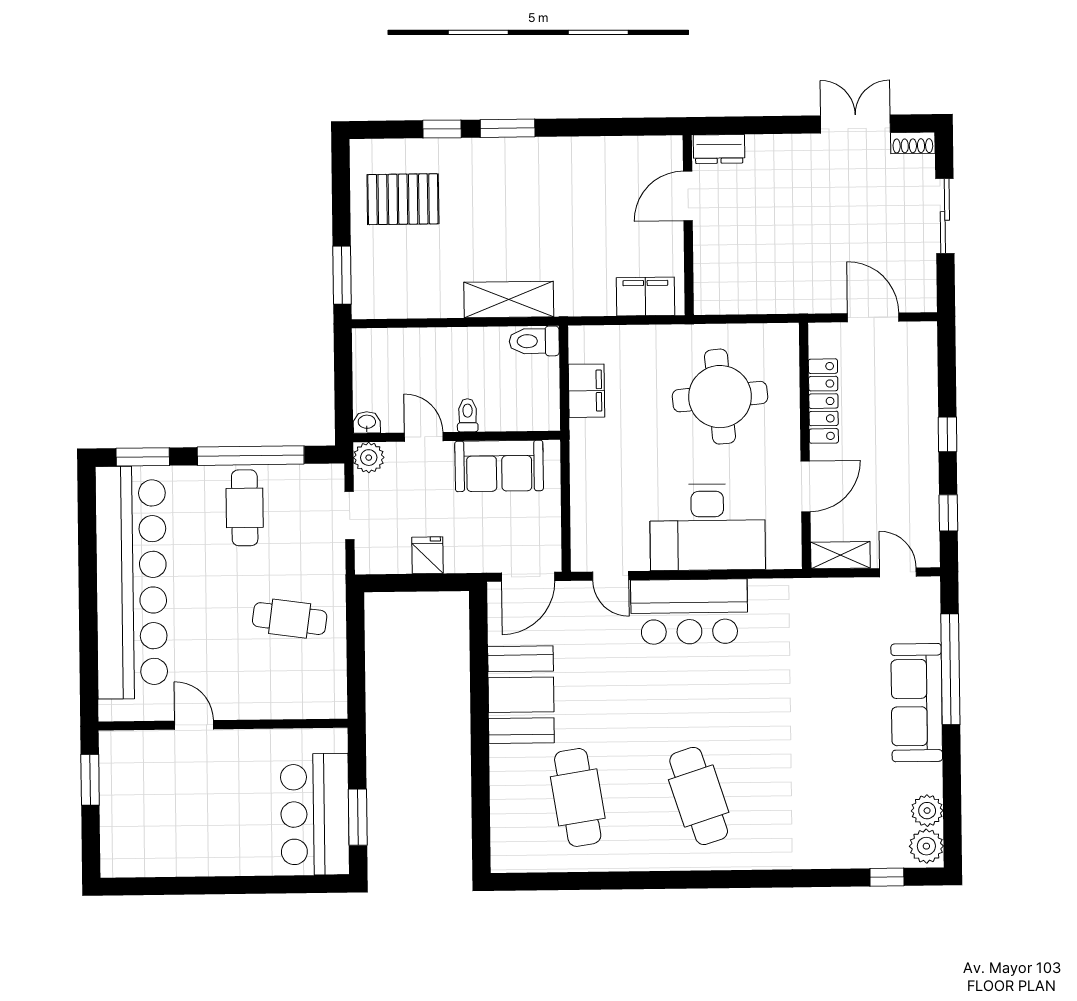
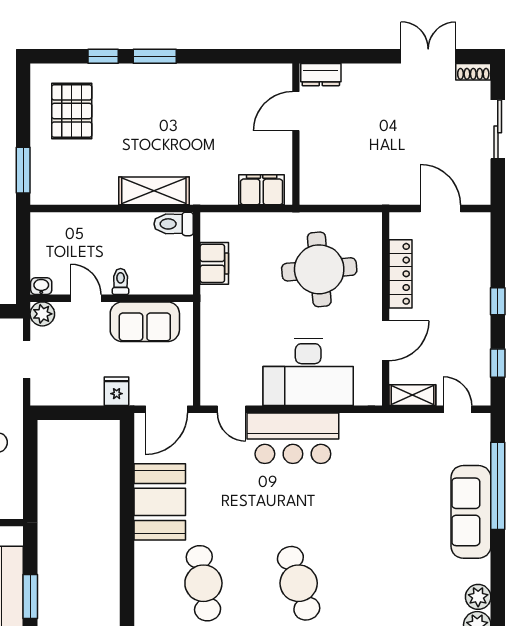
pallet: (403, 199) -> (72, 111), turned 90
fridge: (428, 555) -> (117, 391), moved

